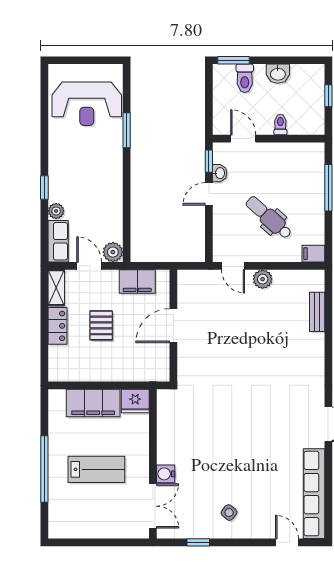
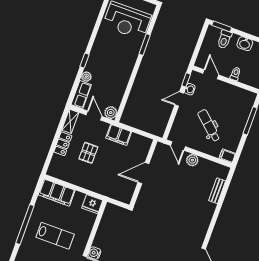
door: (173, 326) -> (143, 173), moved
wall: (173, 326) -> (143, 173), moved
filing cabinet: (93, 403) -> (57, 193), moved

